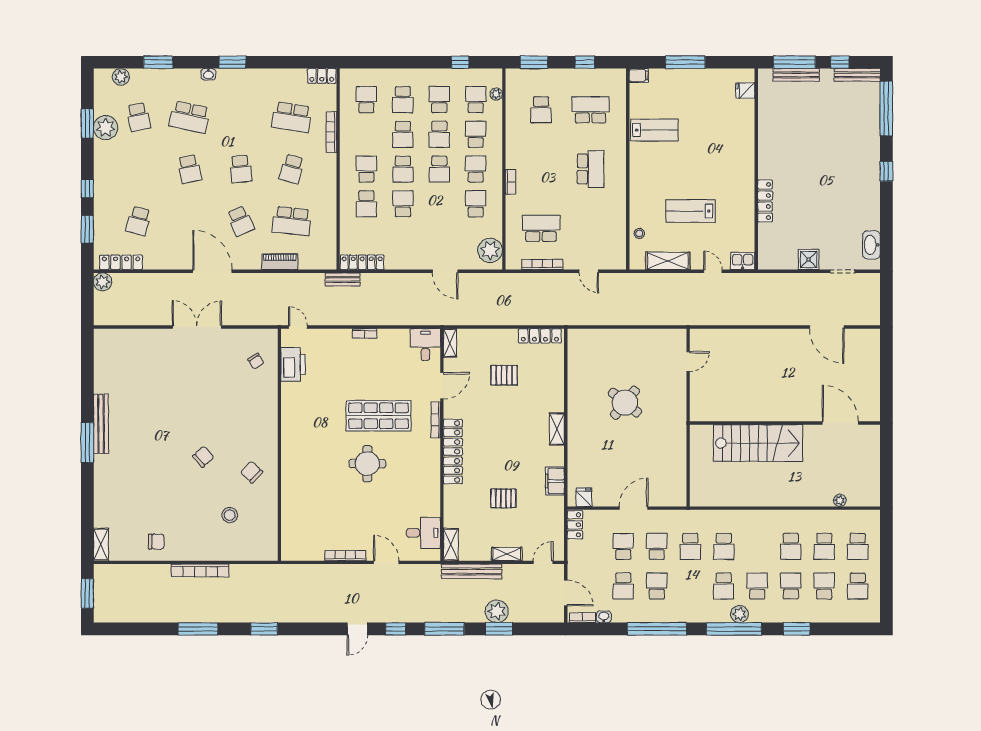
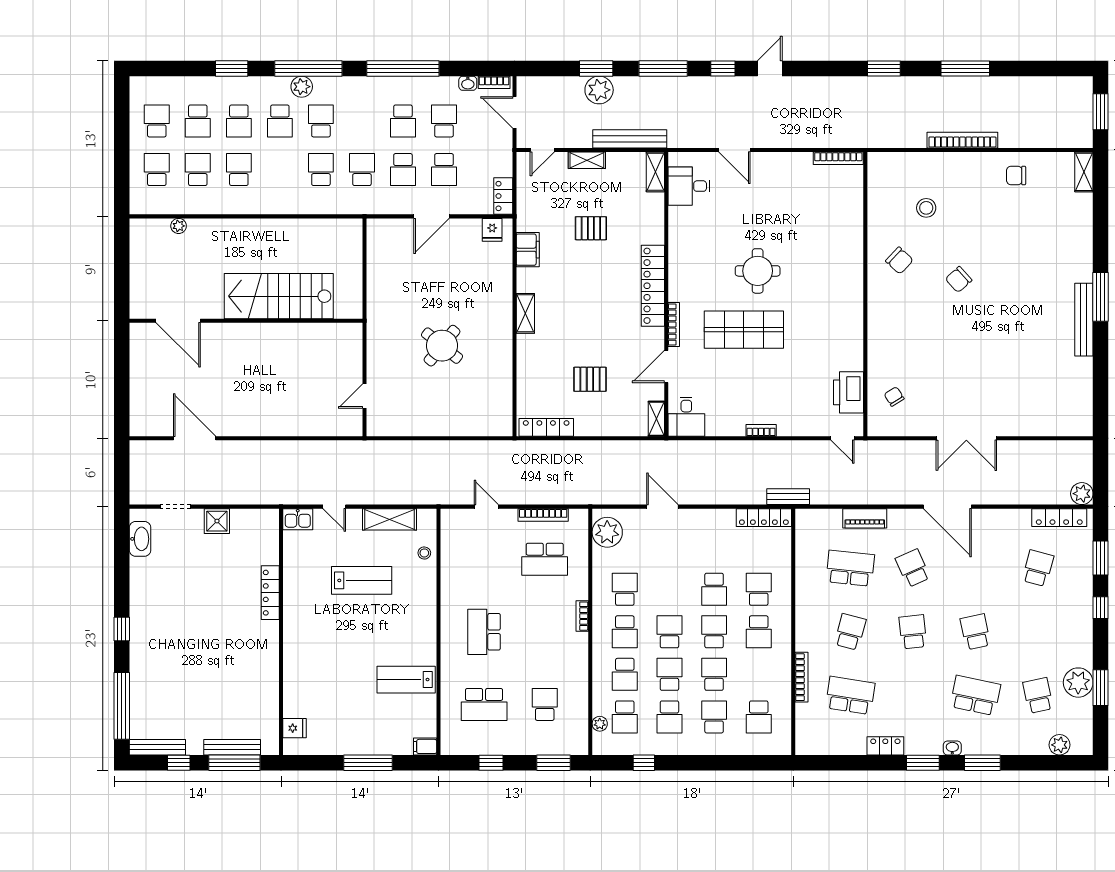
window: (158, 62) -> (982, 763), moved
locker: (322, 76) -> (885, 746), moved
school desk: (476, 204) -> (625, 589), turned 180
bookcase: (345, 556) -> (838, 158), moved

